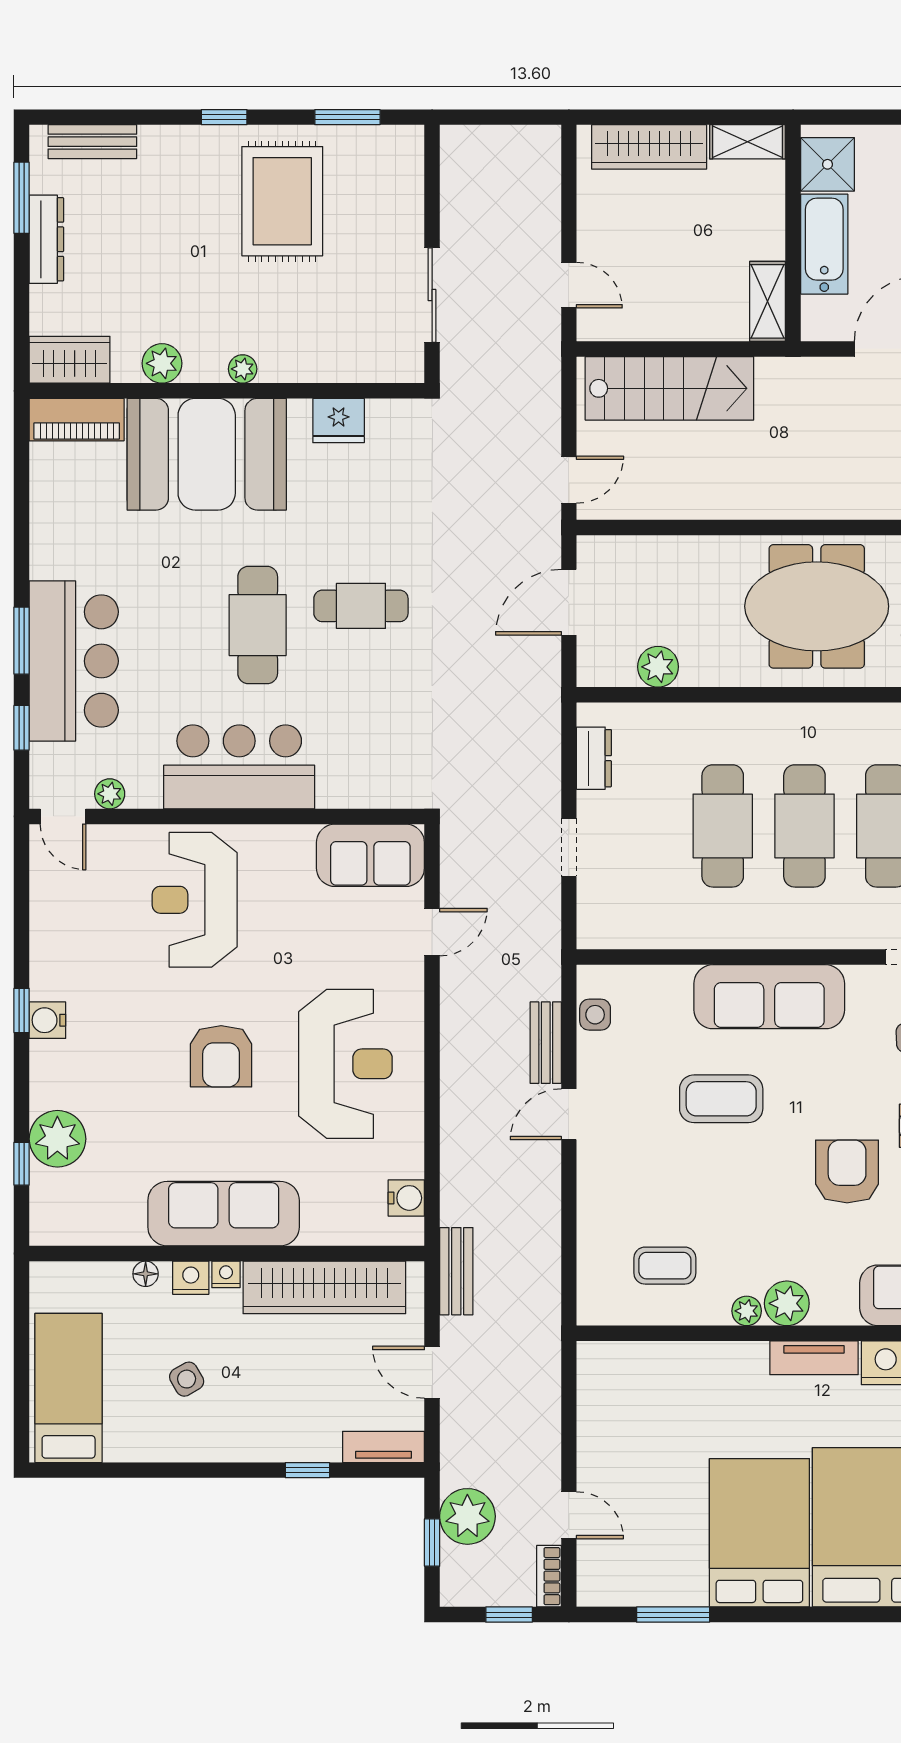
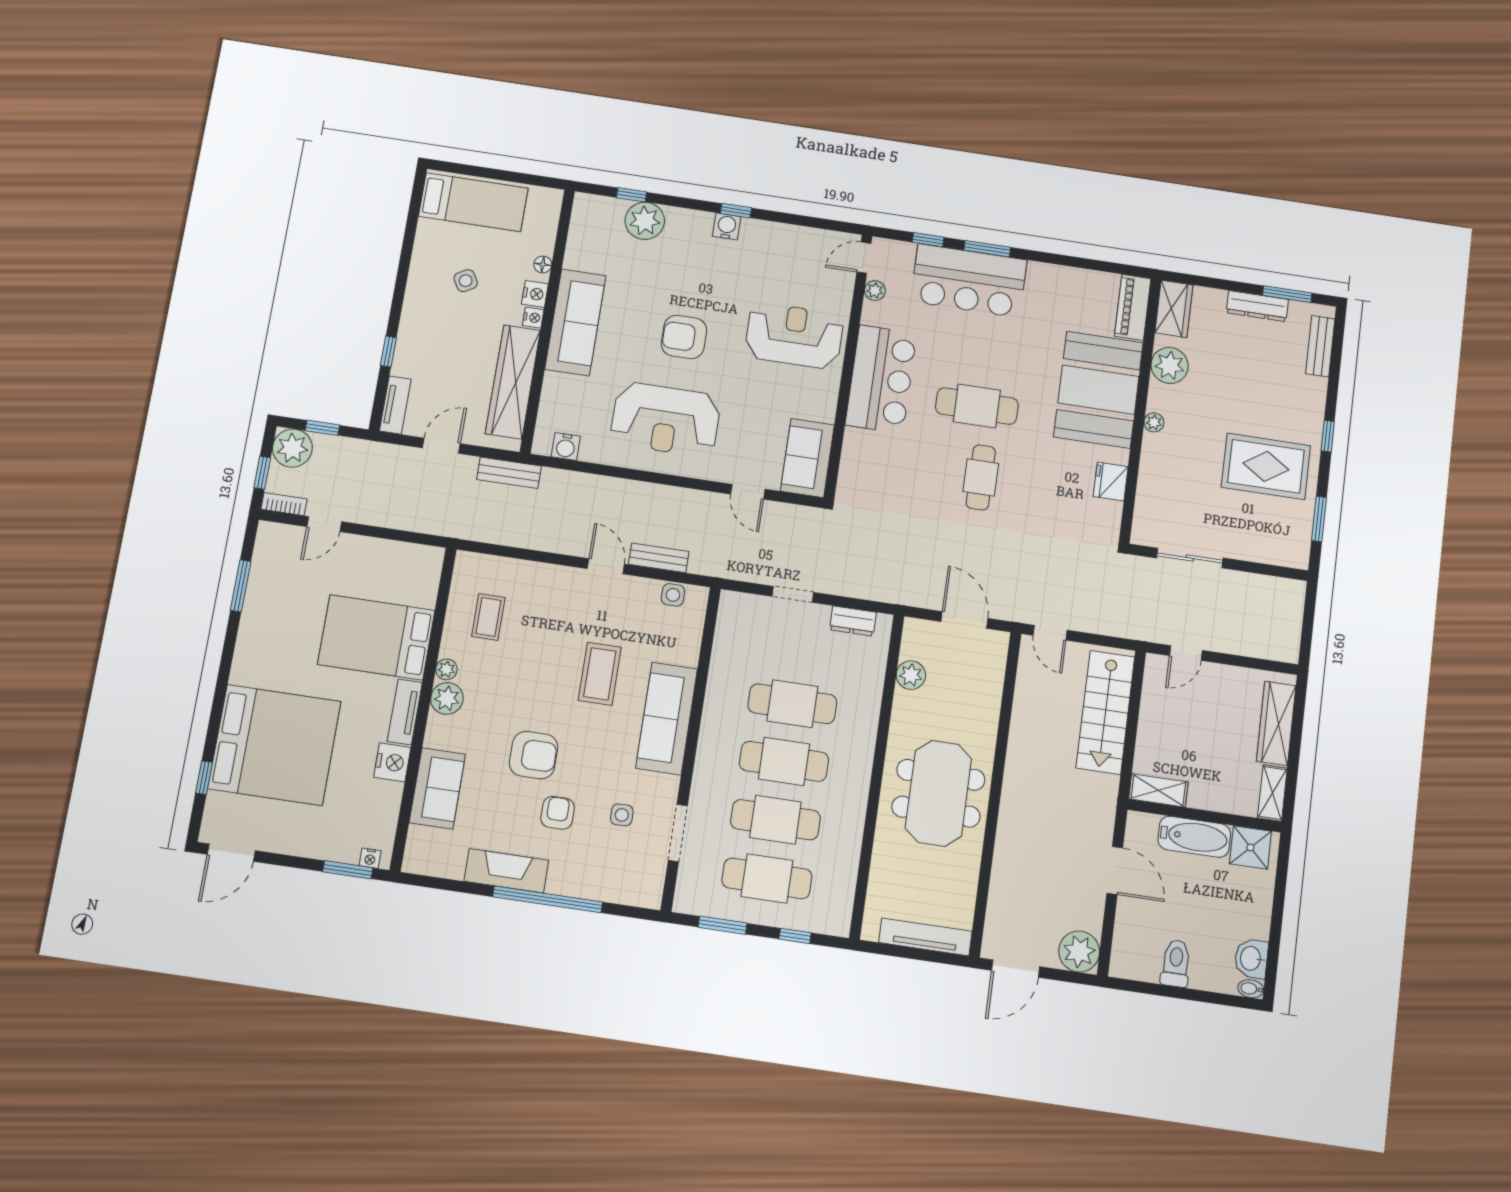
plant: (162, 363) -> (1170, 365), width x1.36, depth x1.36
plant: (467, 1516) -> (292, 448), moved
bed: (759, 1533) -> (376, 637), moved, turned 180

